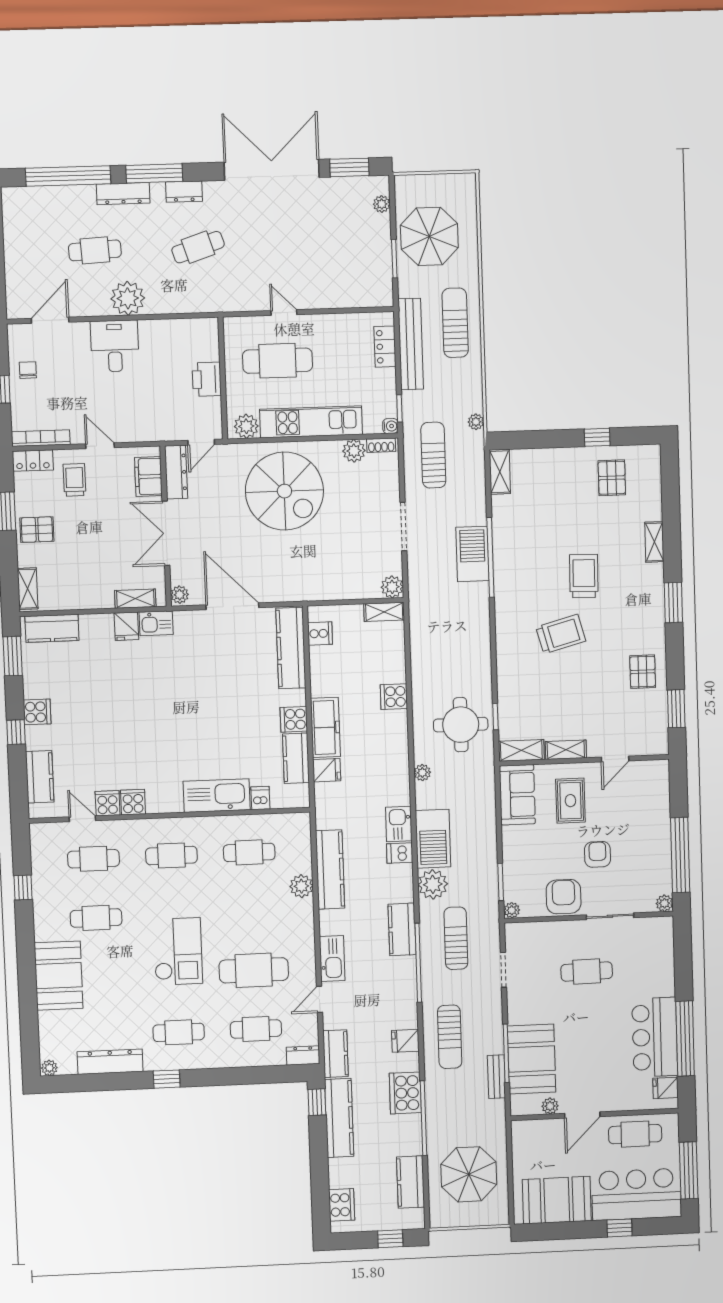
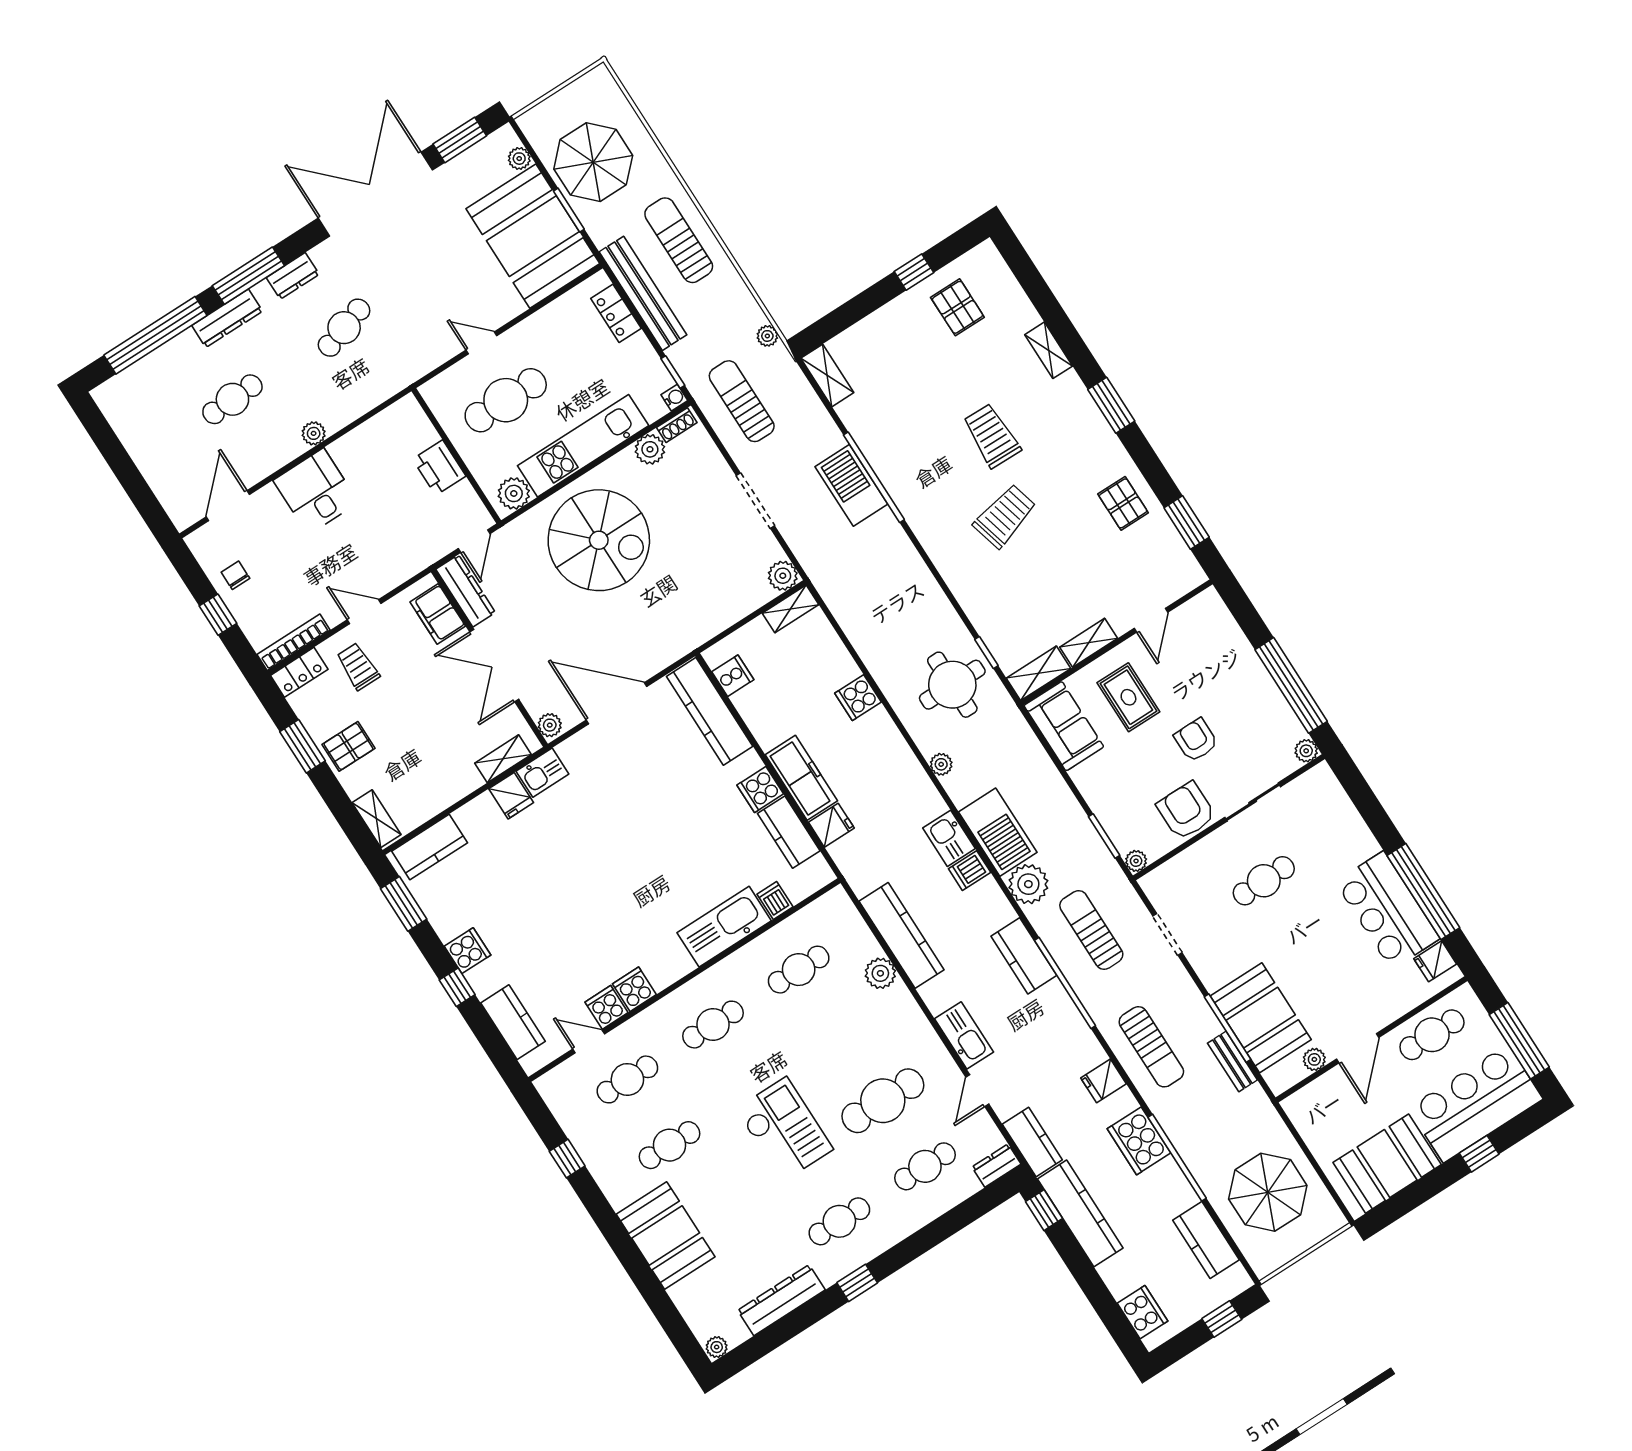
booth: (360, 262) -> (533, 236), added
plant: (128, 298) -> (314, 433), width x0.53, depth x0.53

